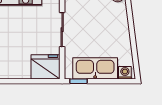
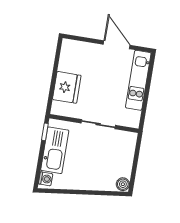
fridge: (46, 67) -> (67, 87), moved

